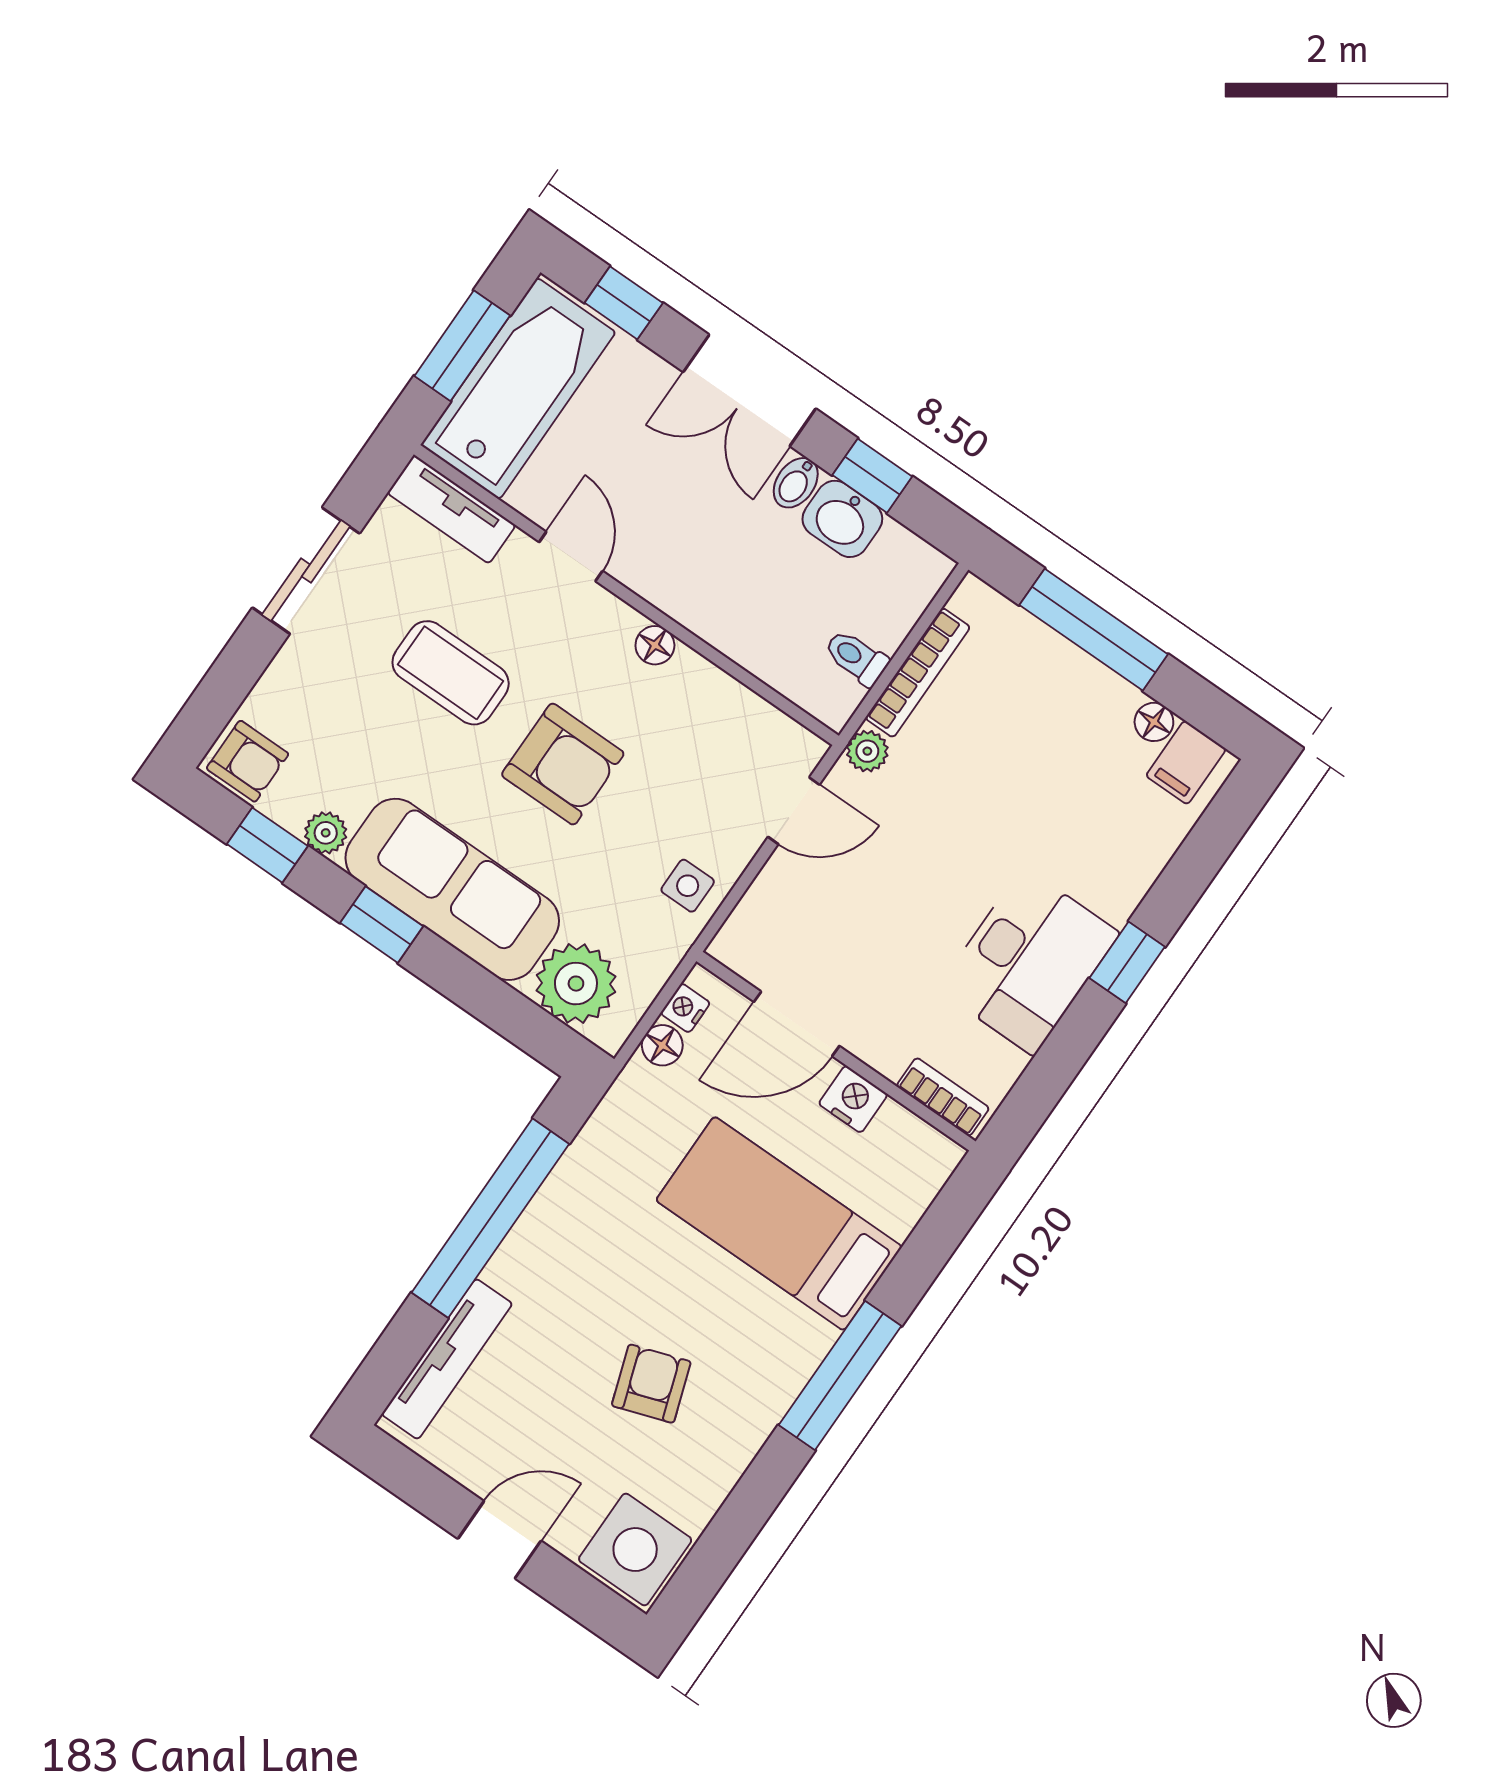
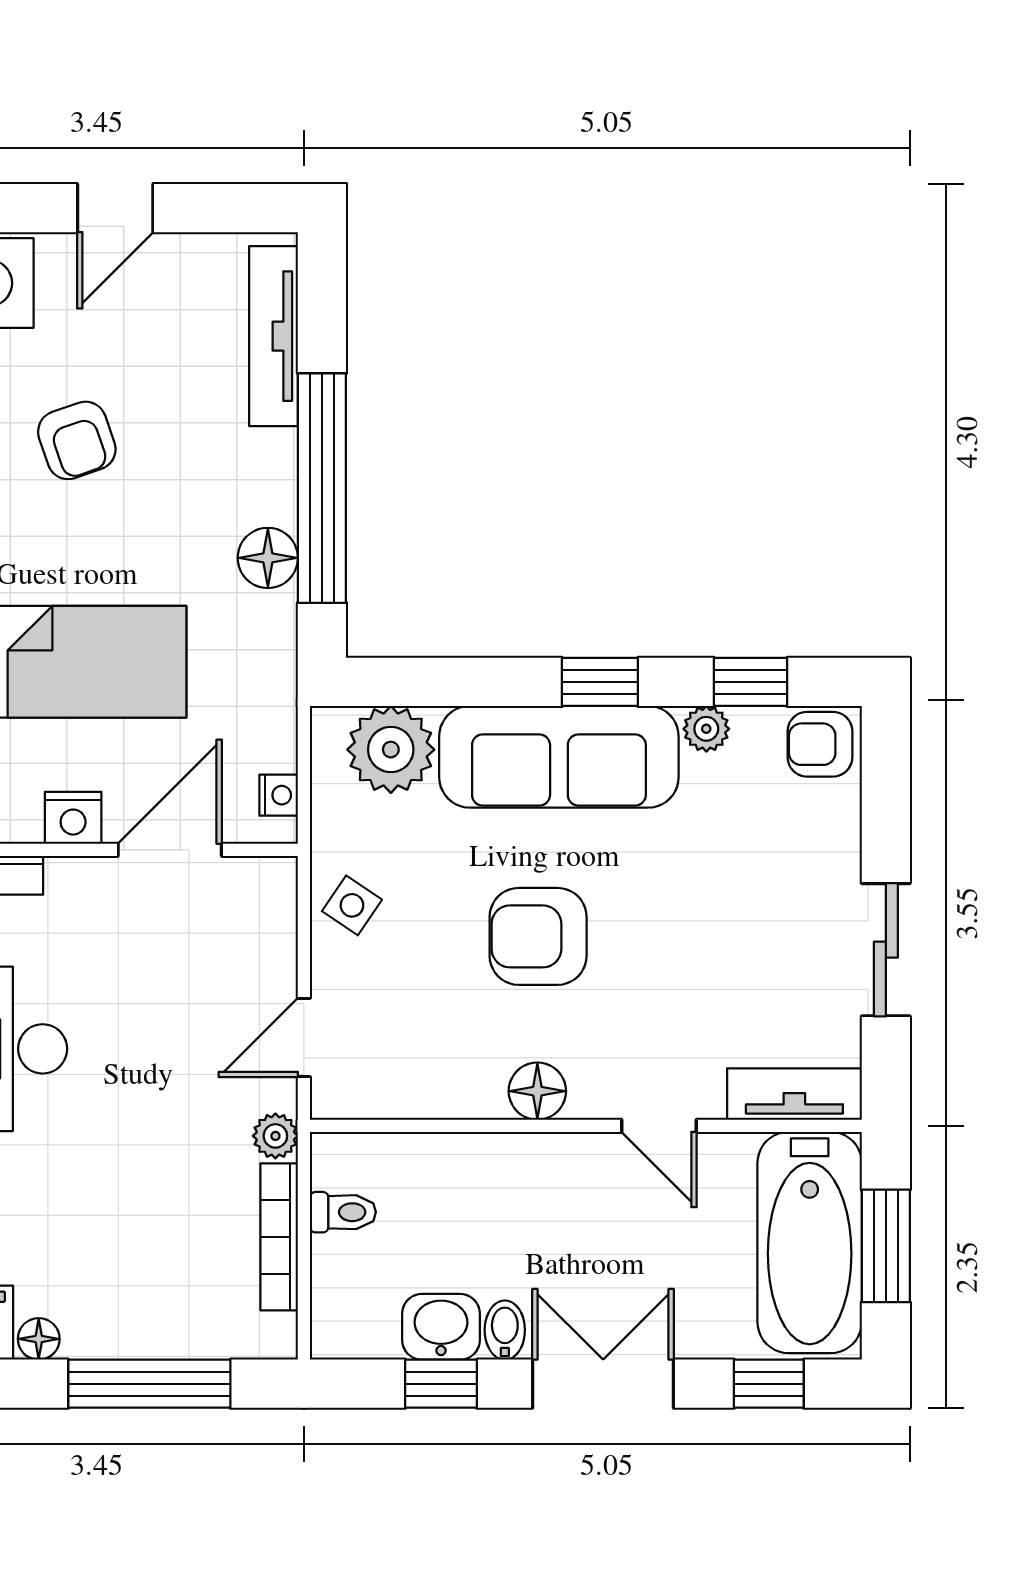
floor lamp: (655, 645) -> (537, 1091), width x1.37, depth x1.37
coffee table: (451, 673) -> (694, 948), removed
side table: (688, 886) -> (352, 905), turned 34
floor lamp: (662, 1045) -> (268, 558), moved, width x1.37, depth x1.37

